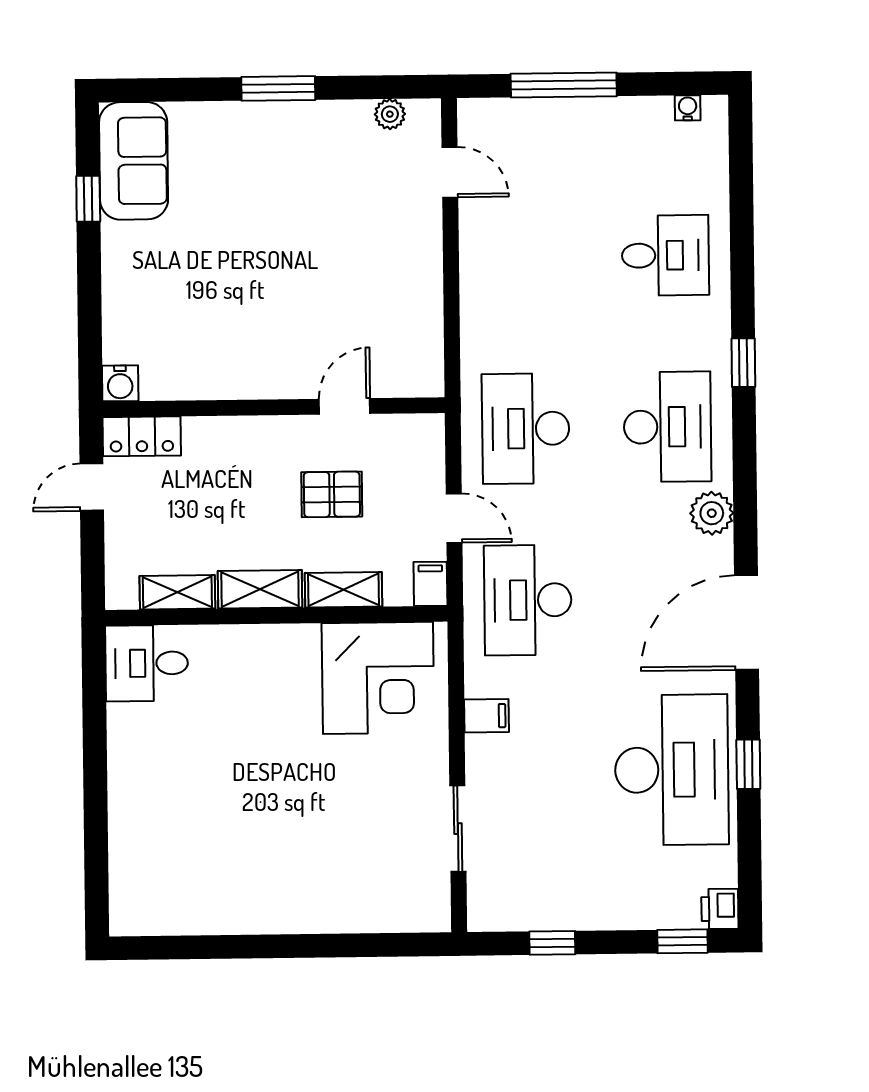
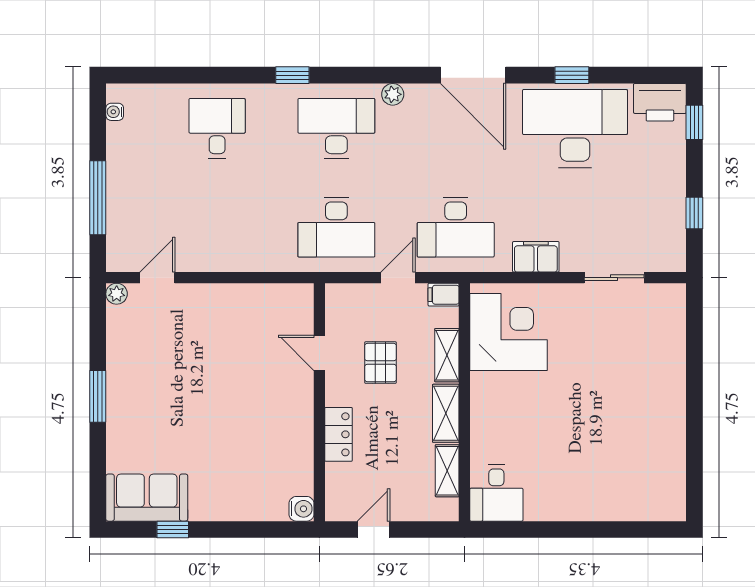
plant: (390, 114) -> (117, 294), moved
locker: (142, 436) -> (339, 434), moved
door: (92, 487) -> (373, 529), swing flipped
plant: (712, 513) -> (393, 94), width x0.73, depth x0.73
filing cabinet: (487, 716) -> (536, 257), width x2.00
printer: (720, 909) -> (660, 102), width x1.87, depth x1.48

